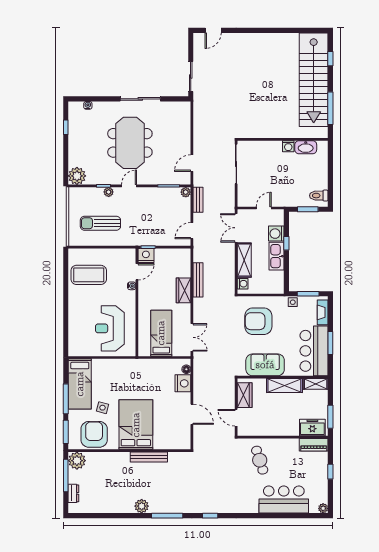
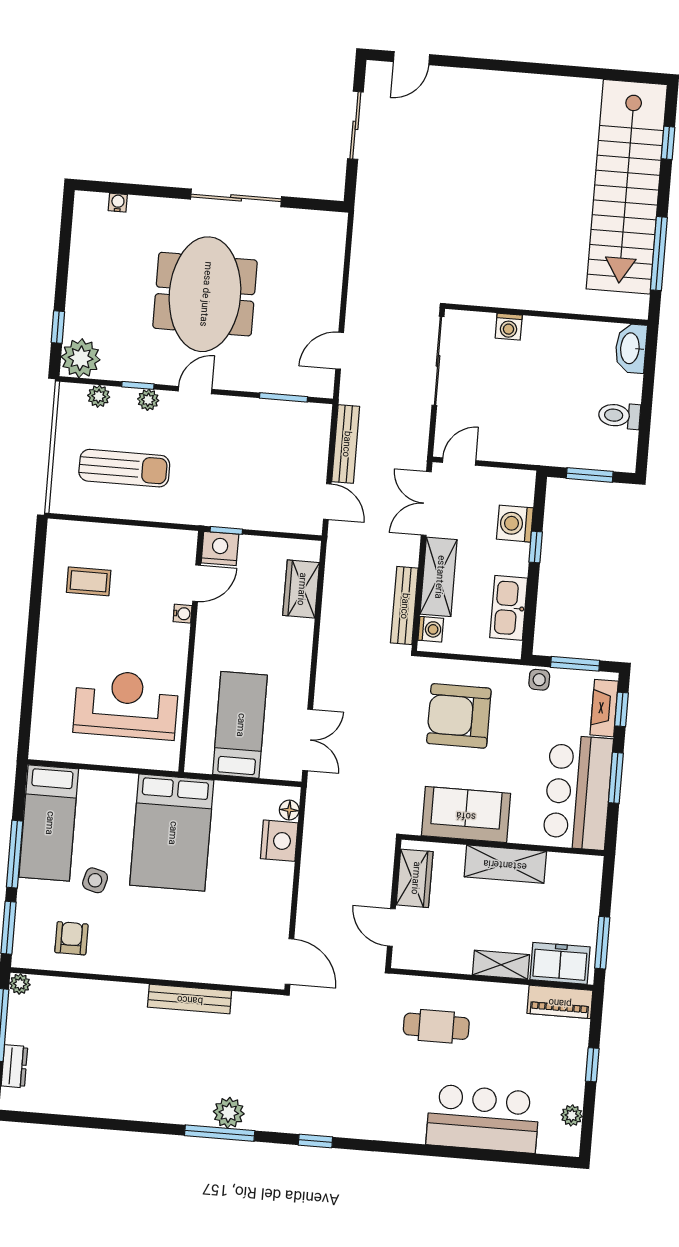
sliding door: (191, 77) -> (355, 125), moved
window: (66, 127) -> (58, 327), moved
washing machine: (288, 146) -> (509, 327), moved
washbasin: (306, 147) -> (631, 348), moved, turned 90
plant: (186, 192) -> (99, 396), moved
toilet: (319, 196) -> (619, 416), moved
bench: (198, 200) -> (346, 444), width x1.36
door: (264, 208) -> (459, 461), moved
sun lounger: (100, 223) -> (124, 468), turned 180
door: (192, 231) -> (327, 502), swing flipped
kitchen sink: (277, 256) -> (509, 608), moved
coffee table: (89, 275) -> (89, 581), width x0.54, depth x0.58
bench: (198, 280) -> (404, 606), moved
wardrobe: (184, 290) -> (301, 589), moved
window: (330, 312) -> (621, 709), added
reception desk: (110, 328) -> (126, 705), turned 90
shelving: (316, 384) -> (501, 965), moved
door: (192, 414) -> (289, 962), moved
bed: (136, 425) -> (172, 833), moved, turned 180
armchair: (94, 434) -> (71, 938), width x0.53, depth x0.53
cafe table: (260, 460) -> (436, 1026), turned -72
plant: (77, 461) -> (20, 984), width x0.53, depth x0.53
plant: (142, 506) -> (229, 1113), moved
plant: (323, 508) -> (572, 1115), moved

